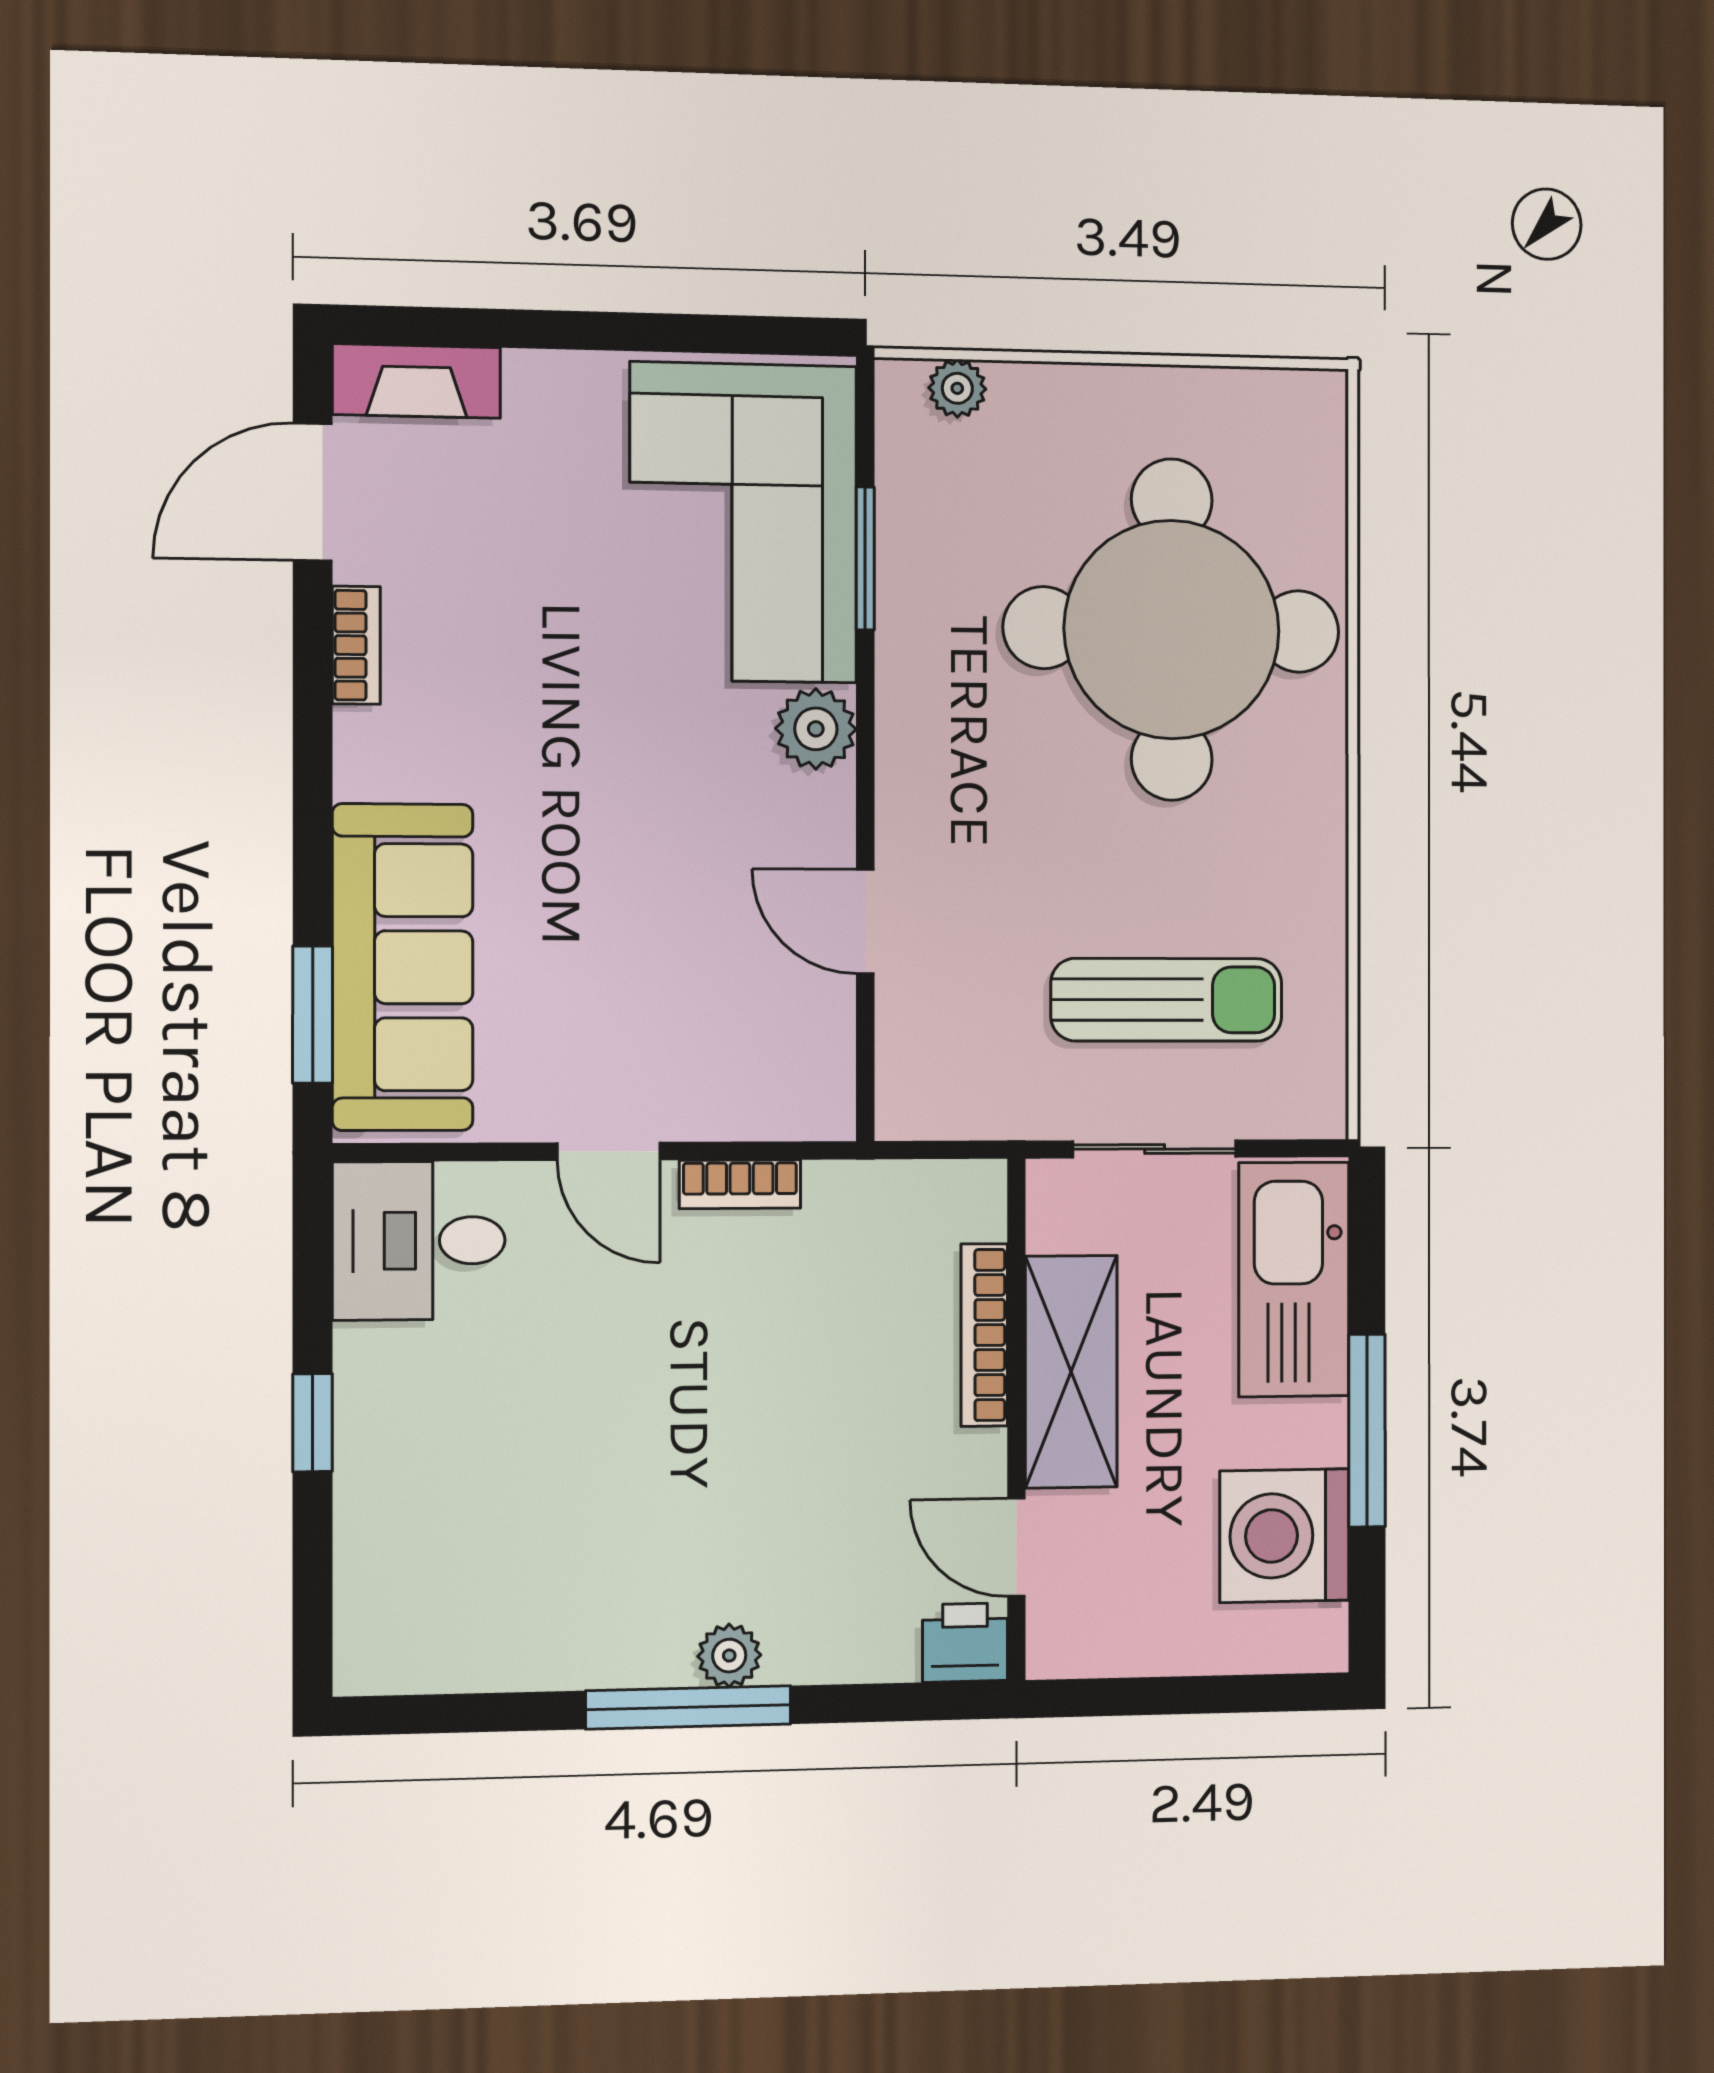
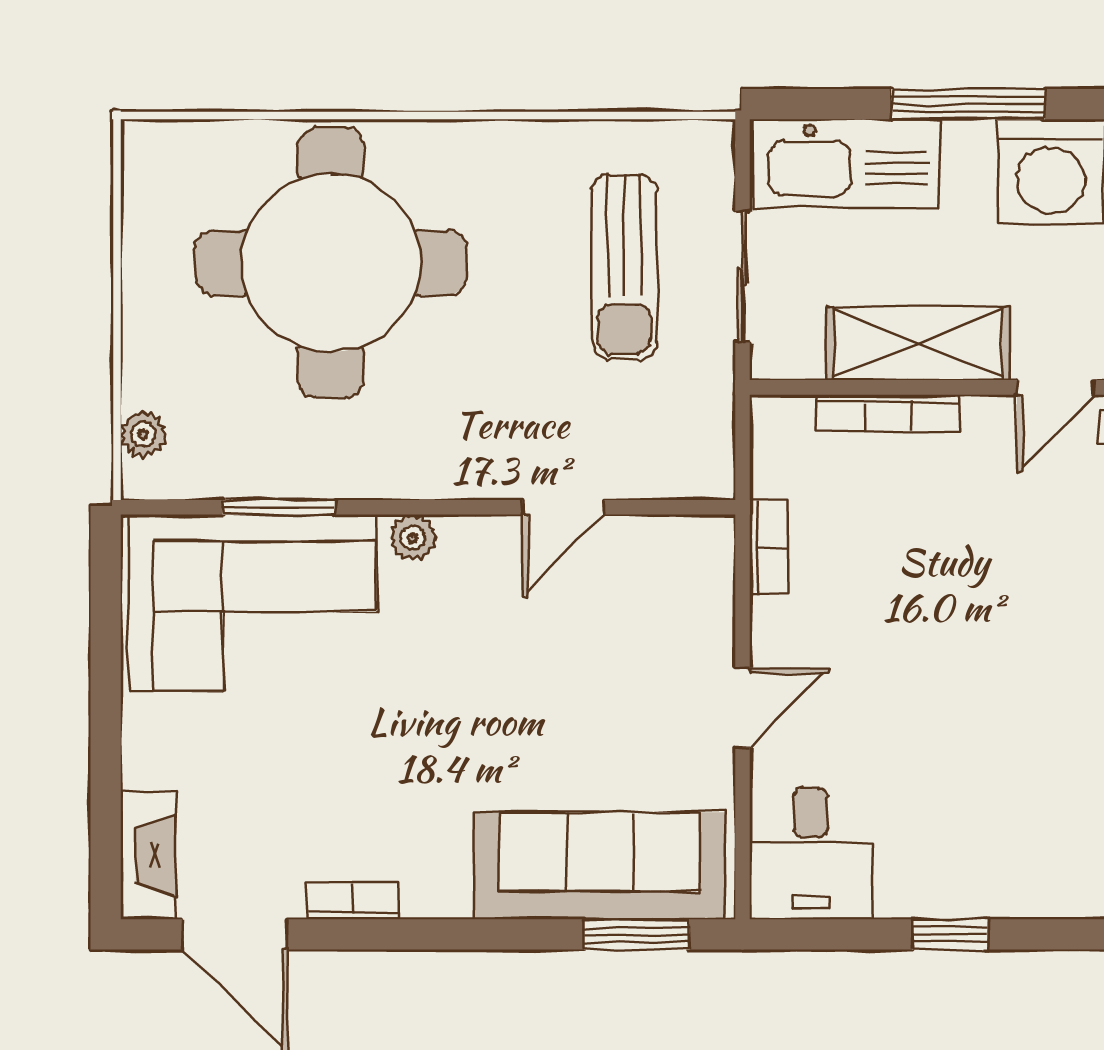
plant: (816, 729) -> (413, 537), width x0.73, depth x0.73
sun lounger: (1167, 1000) -> (624, 267), turned 180
bookcase: (740, 1184) -> (769, 548), moved

